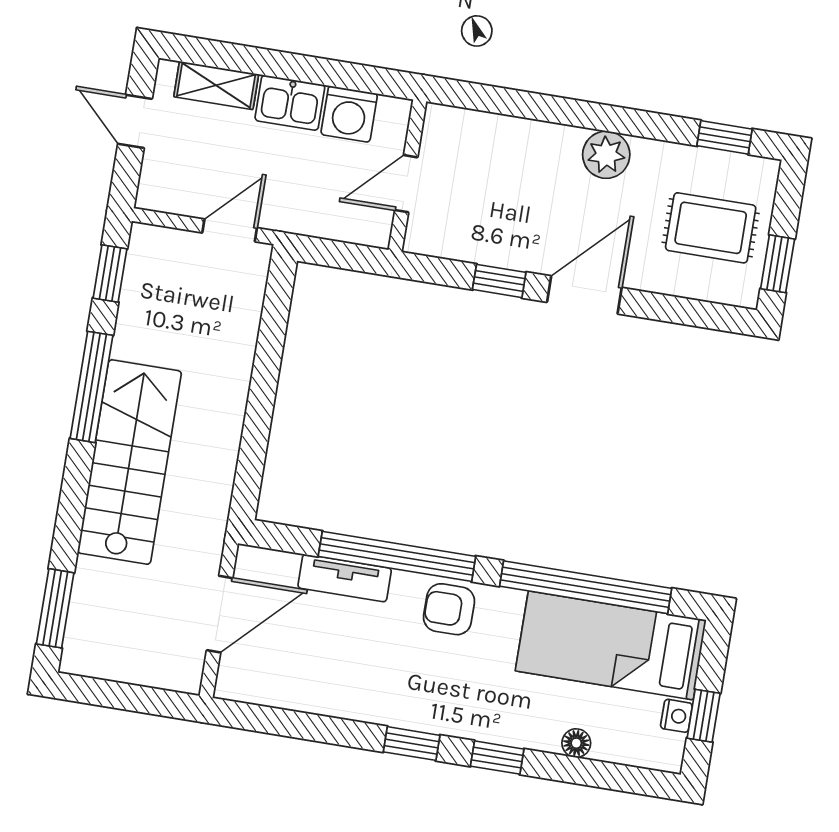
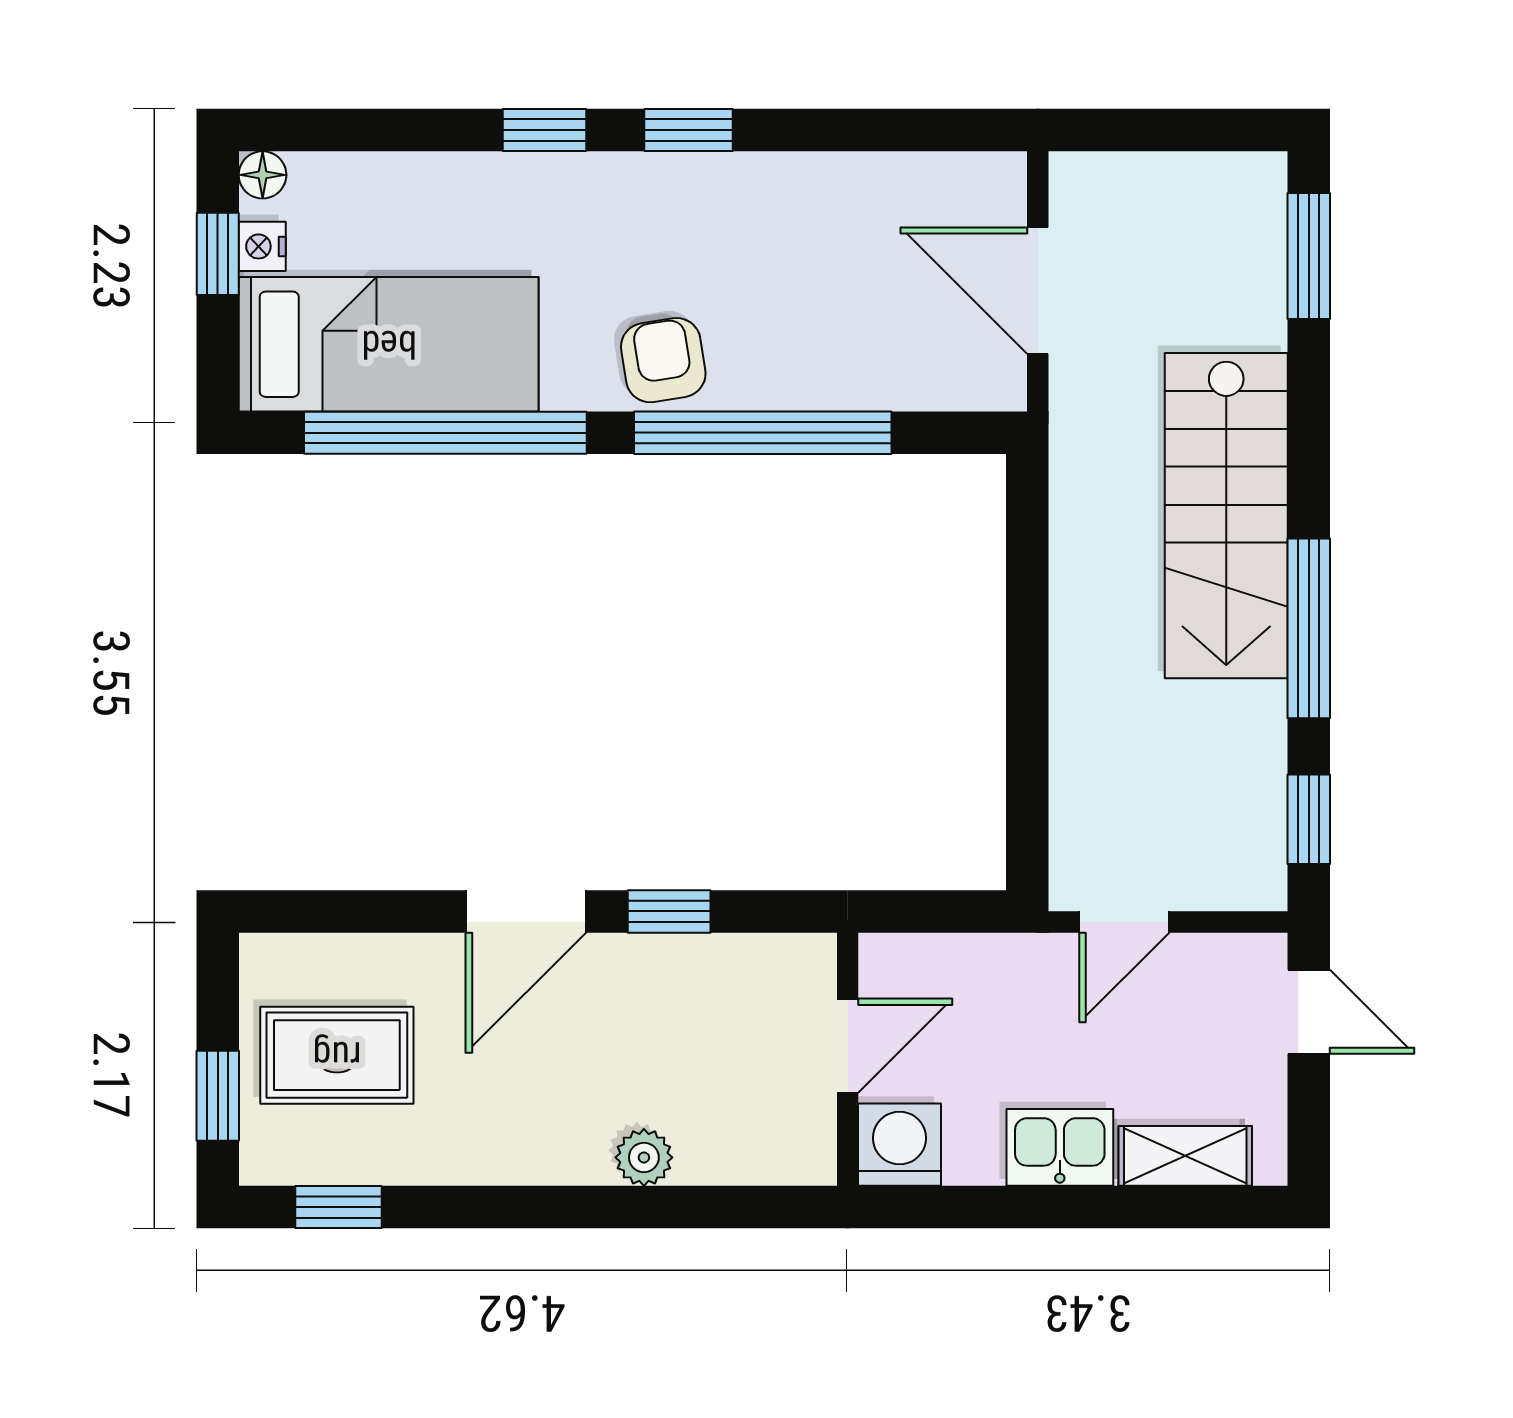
washing machine: (349, 114) -> (900, 1145), moved
door: (135, 121) -> (1309, 1012), moved
plant: (606, 155) -> (644, 1157), moved, width x0.73, depth x0.73
window: (778, 264) -> (218, 1096), moved
tv unit: (345, 578) -> (843, 383), removed
armchair: (449, 609) -> (663, 360), turned -99
door: (220, 614) -> (1038, 291), hinge flipped
floor lamp: (576, 743) -> (263, 175), moved

